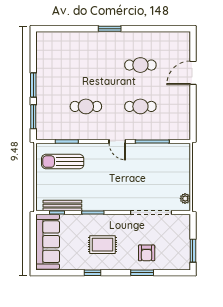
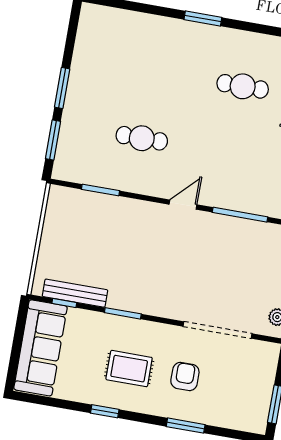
cafe table: (140, 106) -> (231, 154), removed
door: (117, 142) -> (183, 205), swing flipped
sun lounger: (63, 162) -> (88, 221), removed
armchair: (147, 253) -> (185, 376), moved, turned 180

